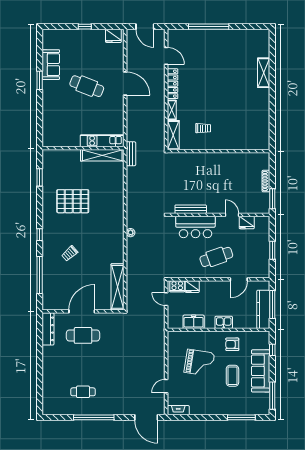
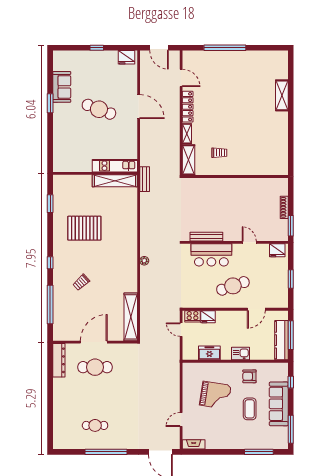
fridge: (247, 222) -> (277, 250), moved

